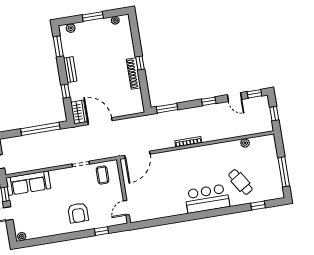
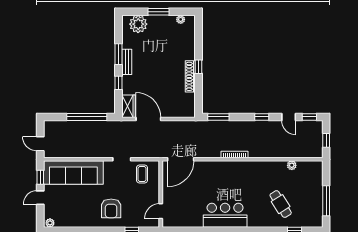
plant: (71, 28) -> (138, 24), width x1.87, depth x1.87
window: (58, 46) -> (119, 54), moved
sofa: (28, 183) -> (73, 172), width x1.36, depth x1.27
bar counter: (207, 199) -> (225, 215), moved

